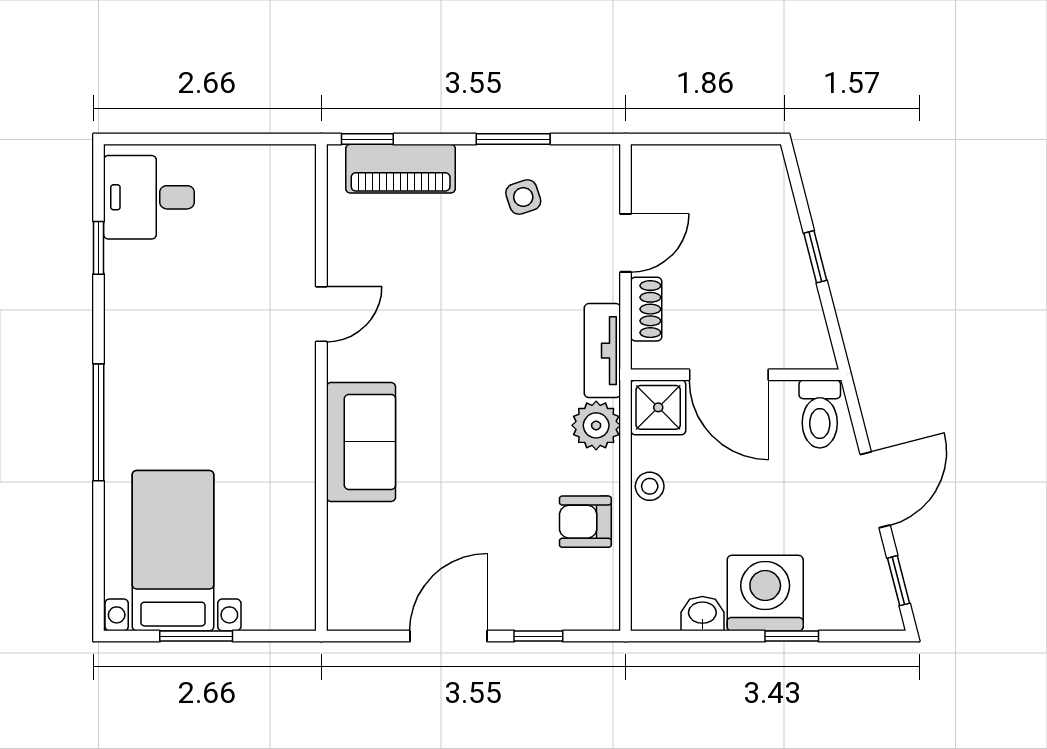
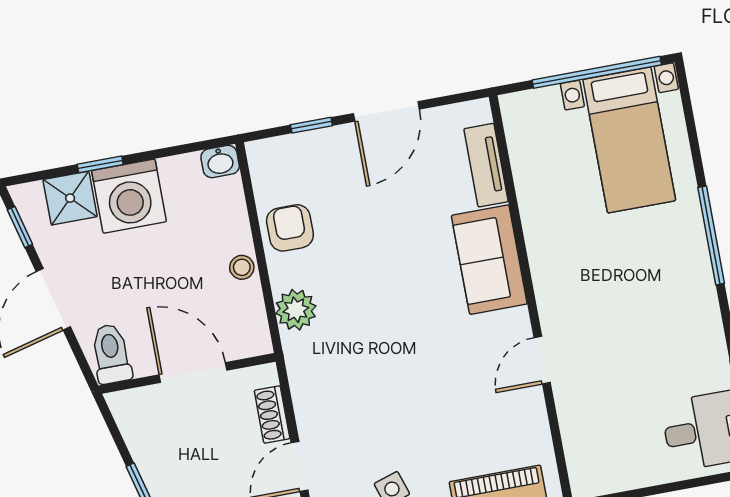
tv unit: (602, 351) -> (486, 165), moved, turned 180
shower: (658, 407) -> (70, 198), moved
armchair: (585, 522) -> (290, 228), turned -90
washbasin: (702, 614) -> (220, 162), moved
window: (196, 636) -> (597, 72), width x2.11

